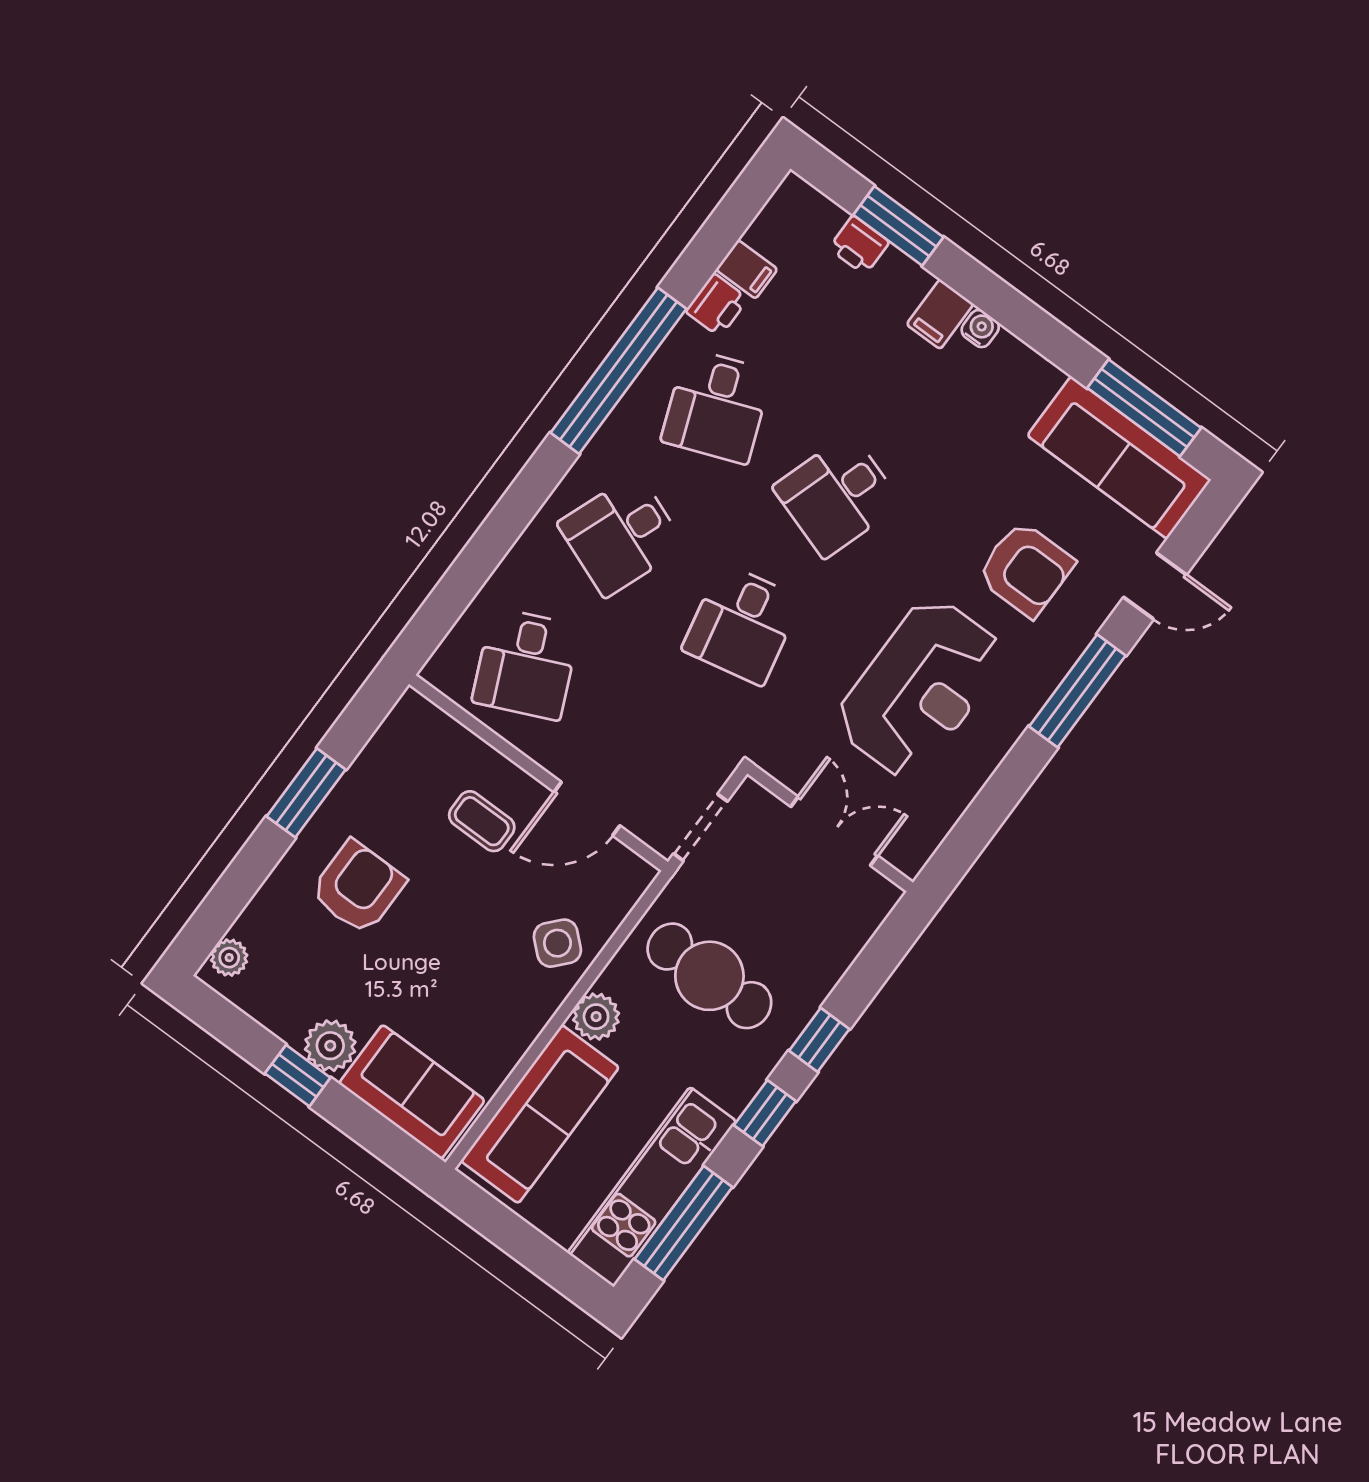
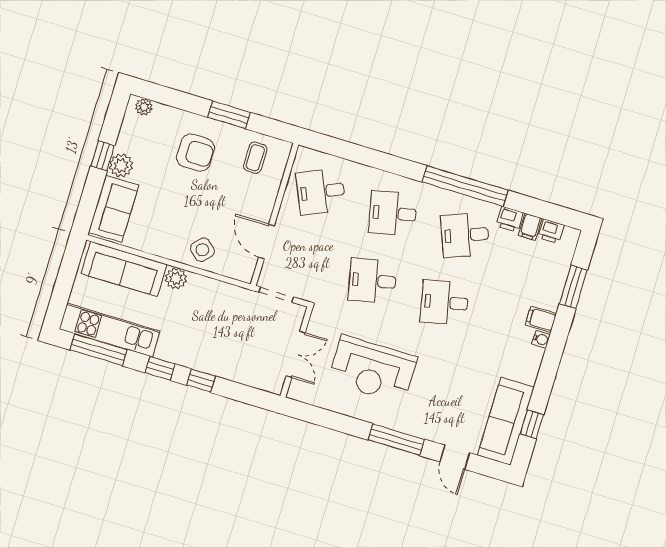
printer: (859, 245) -> (551, 231), moved, turned -90
window: (1144, 408) -> (532, 424), width x0.46
desk: (837, 495) -> (445, 302), turned -30
desk: (621, 535) -> (393, 213), turned -33
armchair: (1026, 569) -> (442, 397), removed
coffee table: (482, 821) -> (255, 158), moved
cafe table: (709, 976) -> (212, 322), removed

